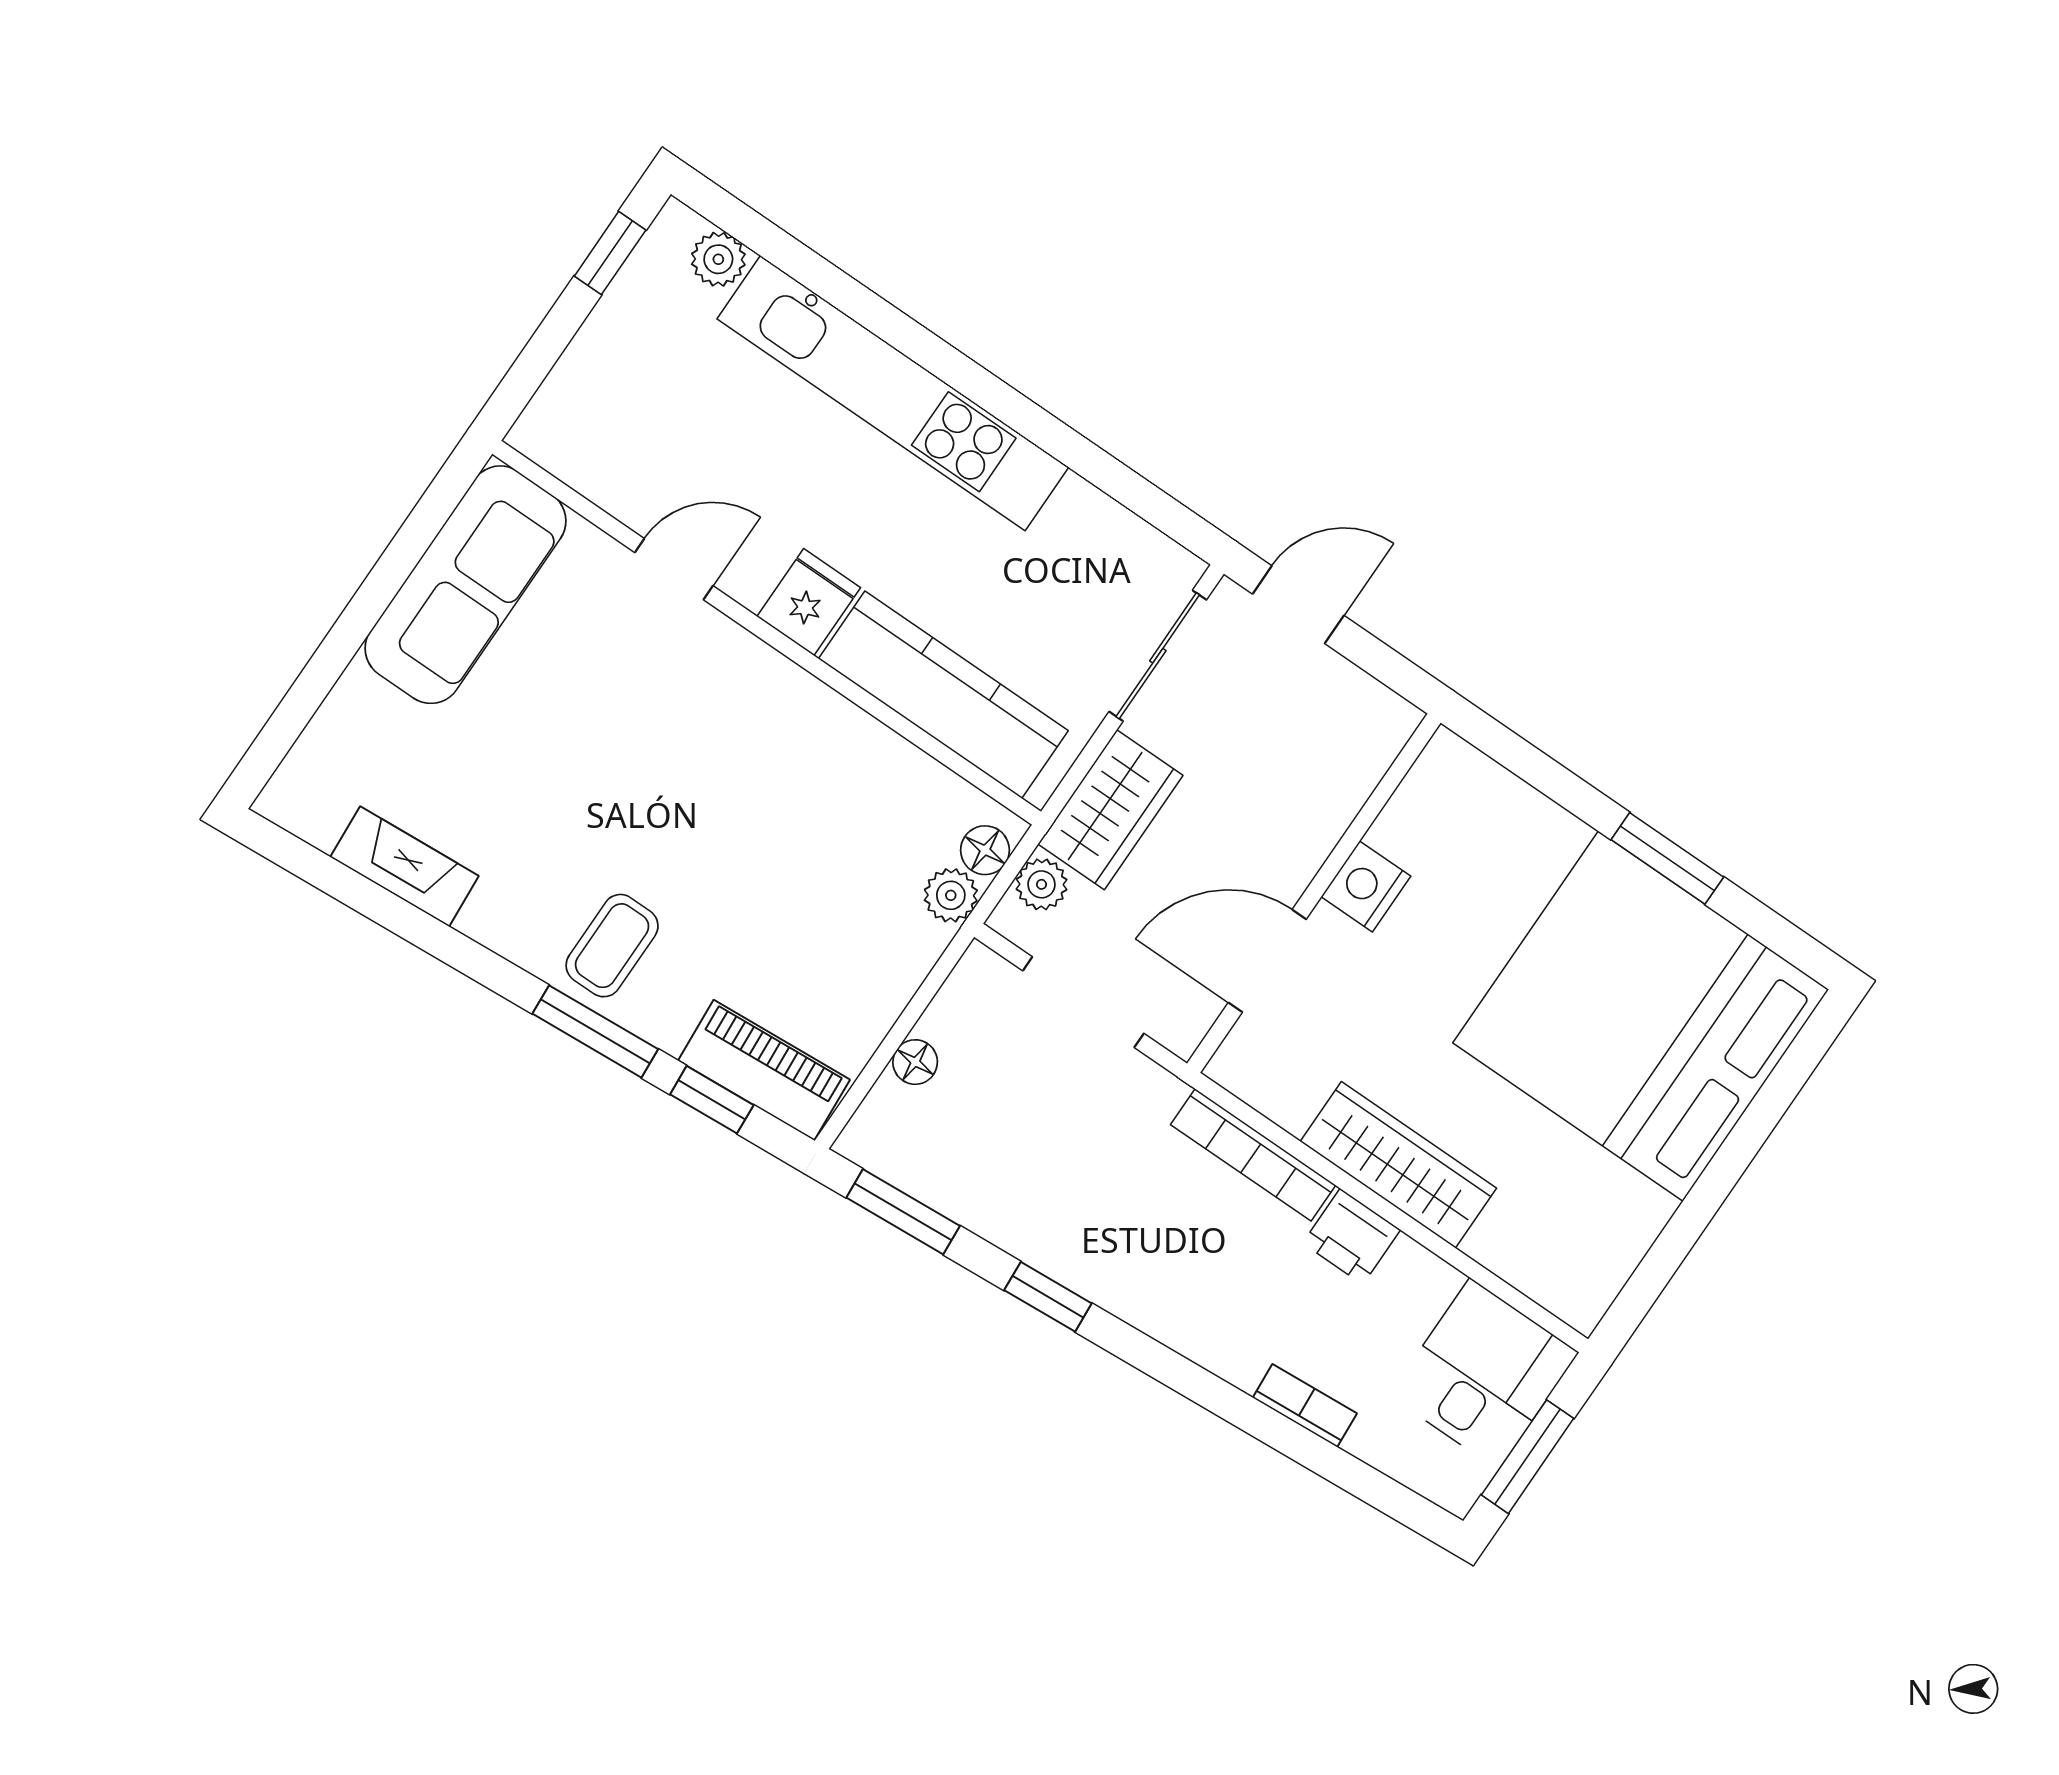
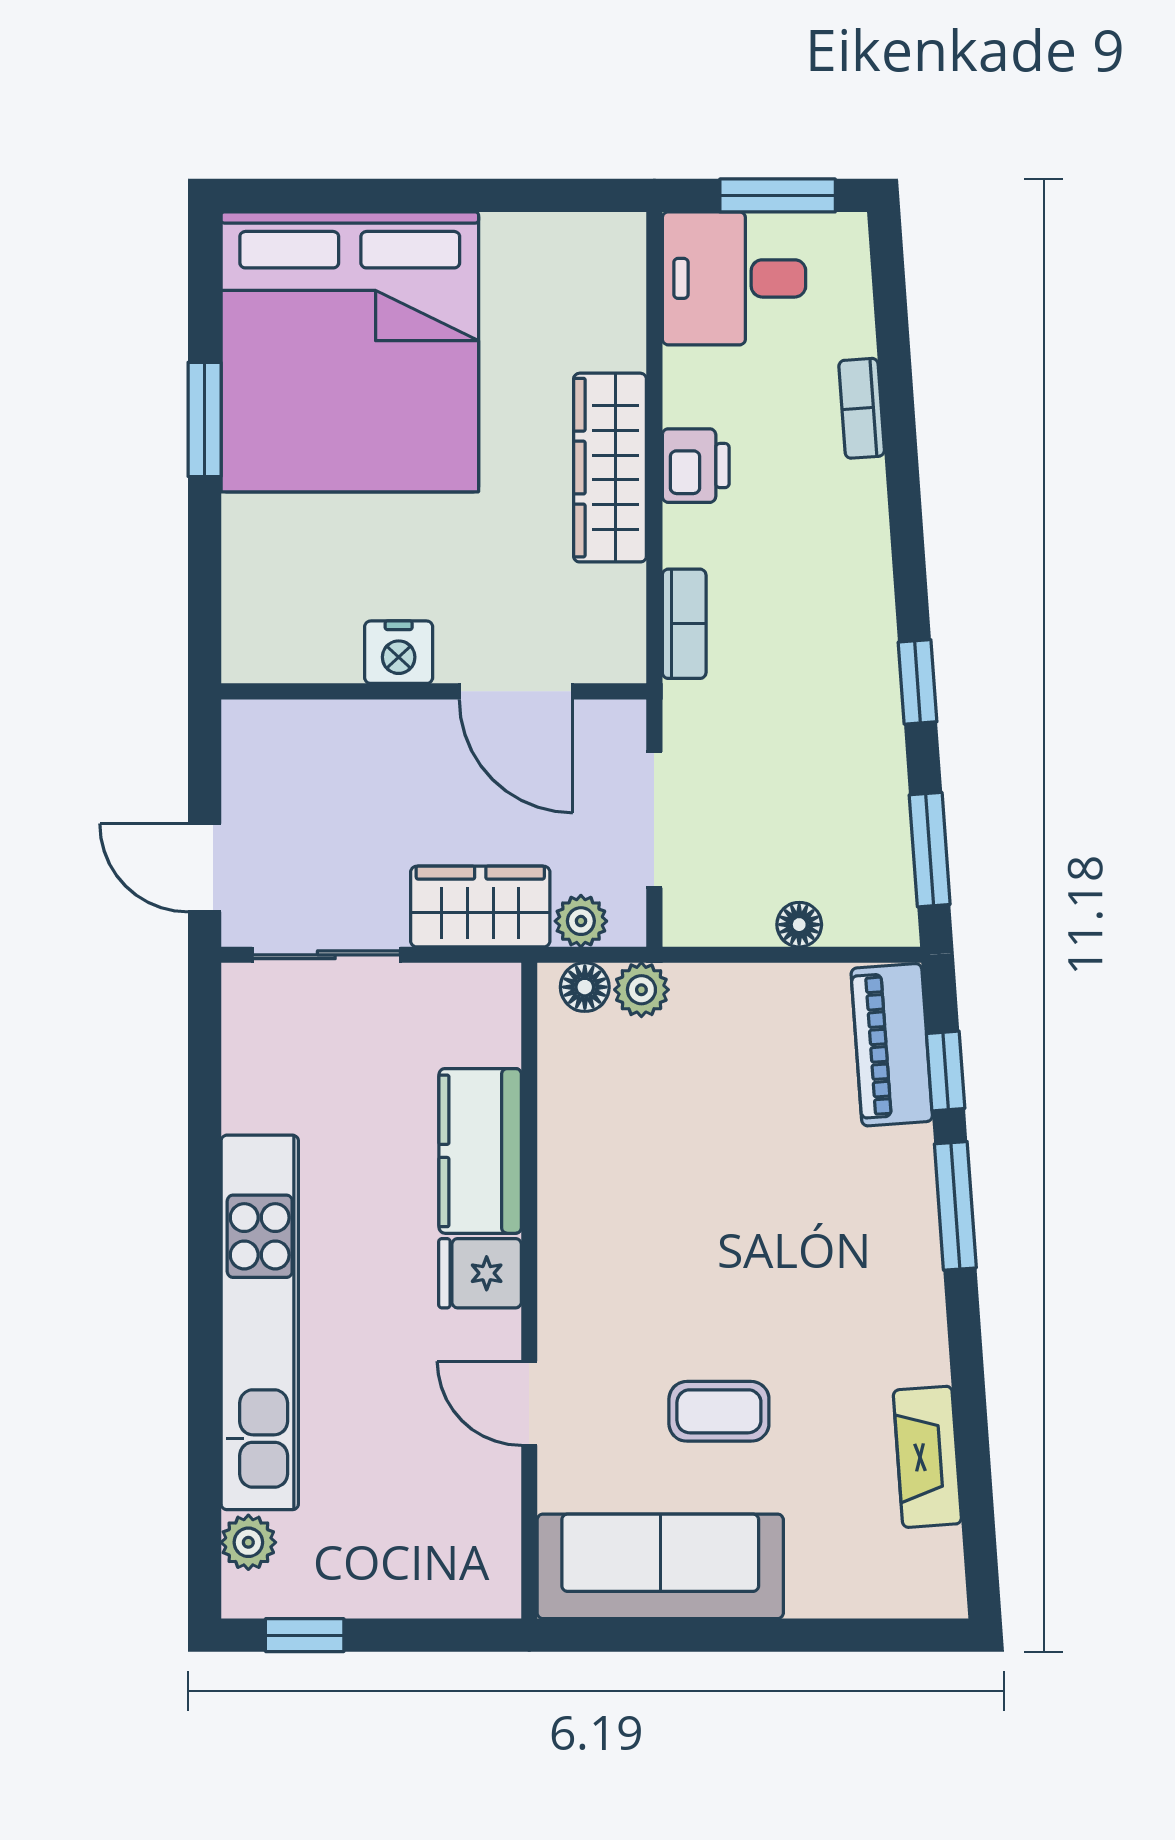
kitchen counter: (943, 695) -> (480, 1151), width x0.67
coffee table: (612, 946) -> (719, 1411), moved
bookcase: (1253, 1155) -> (684, 624), width x0.64

